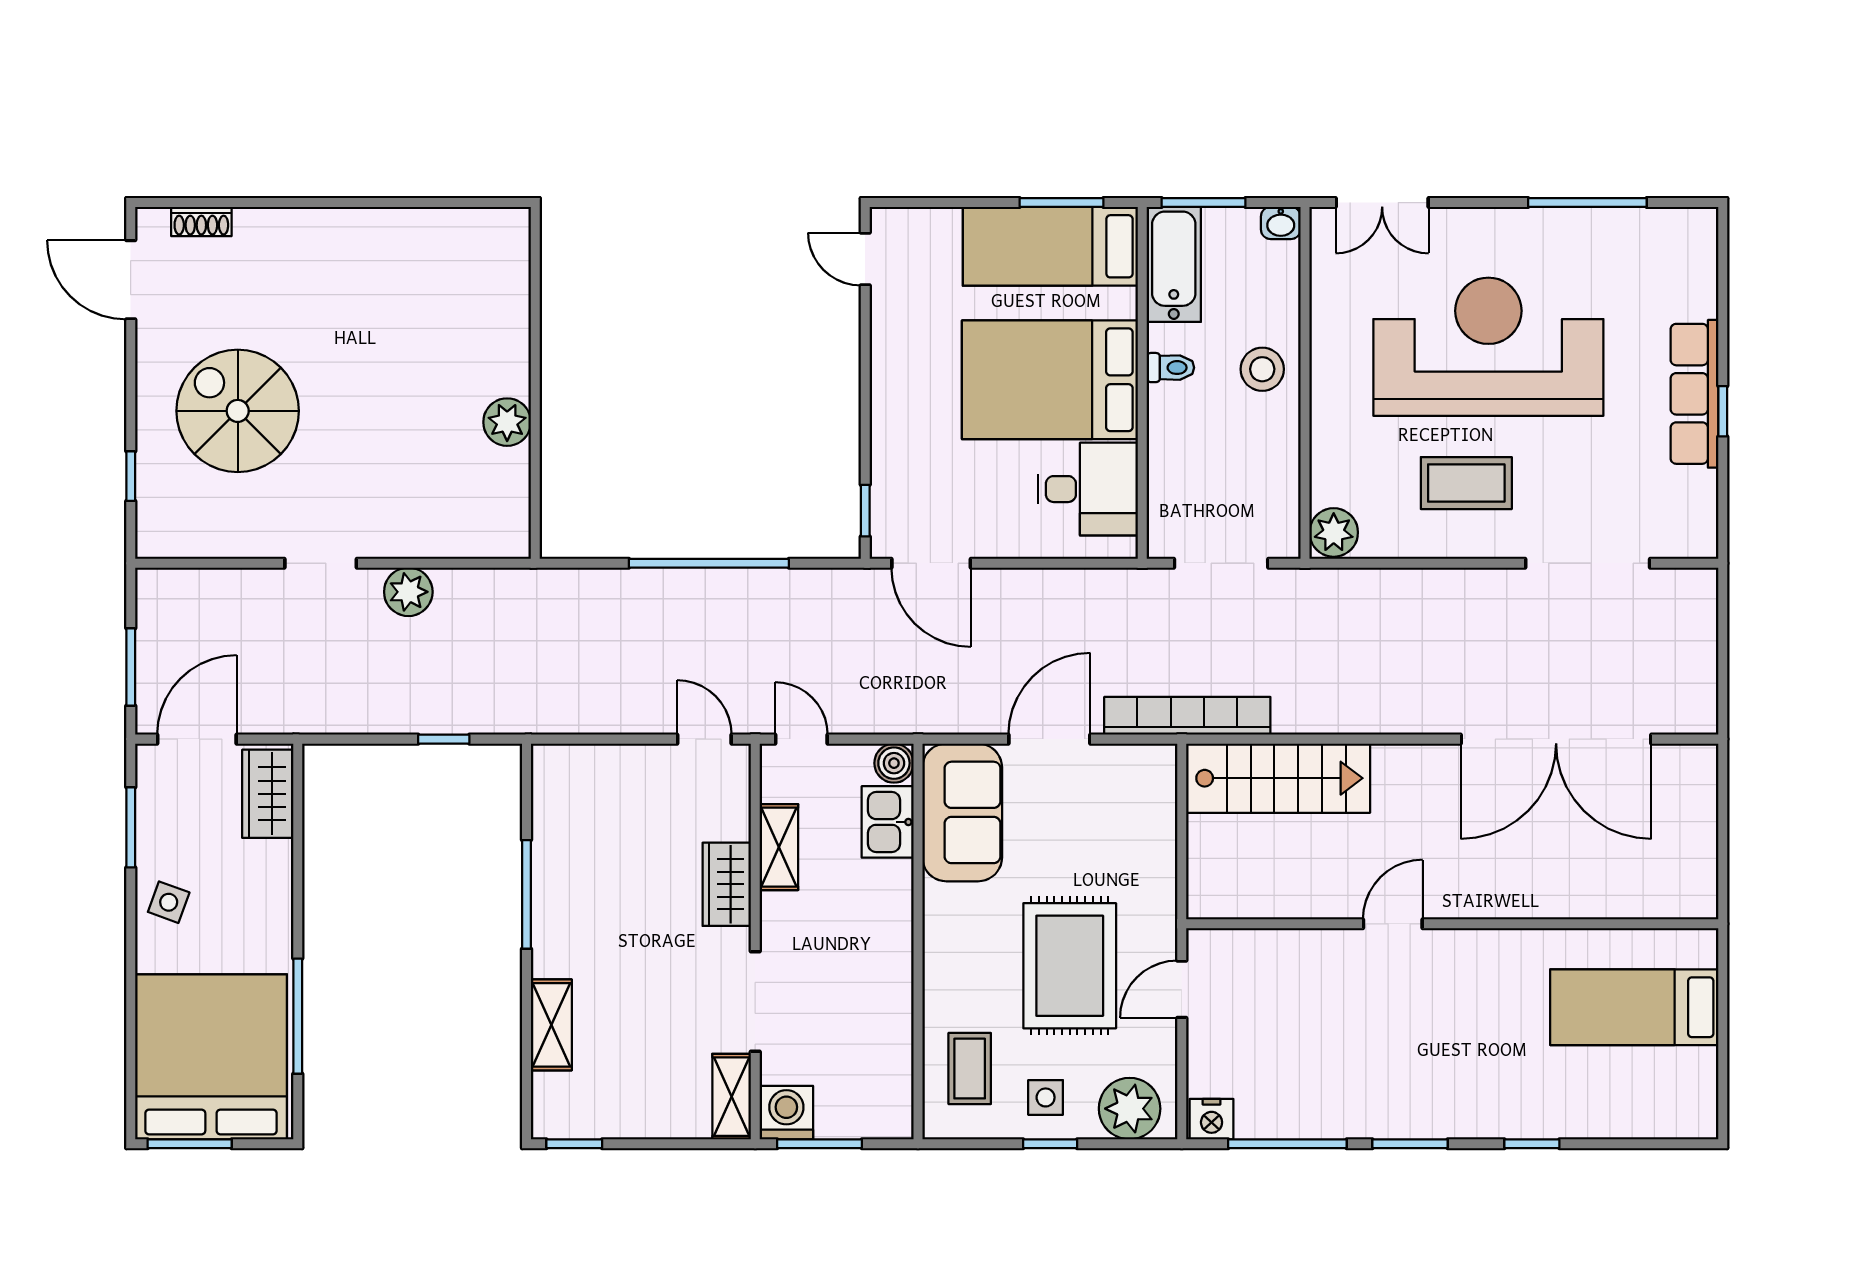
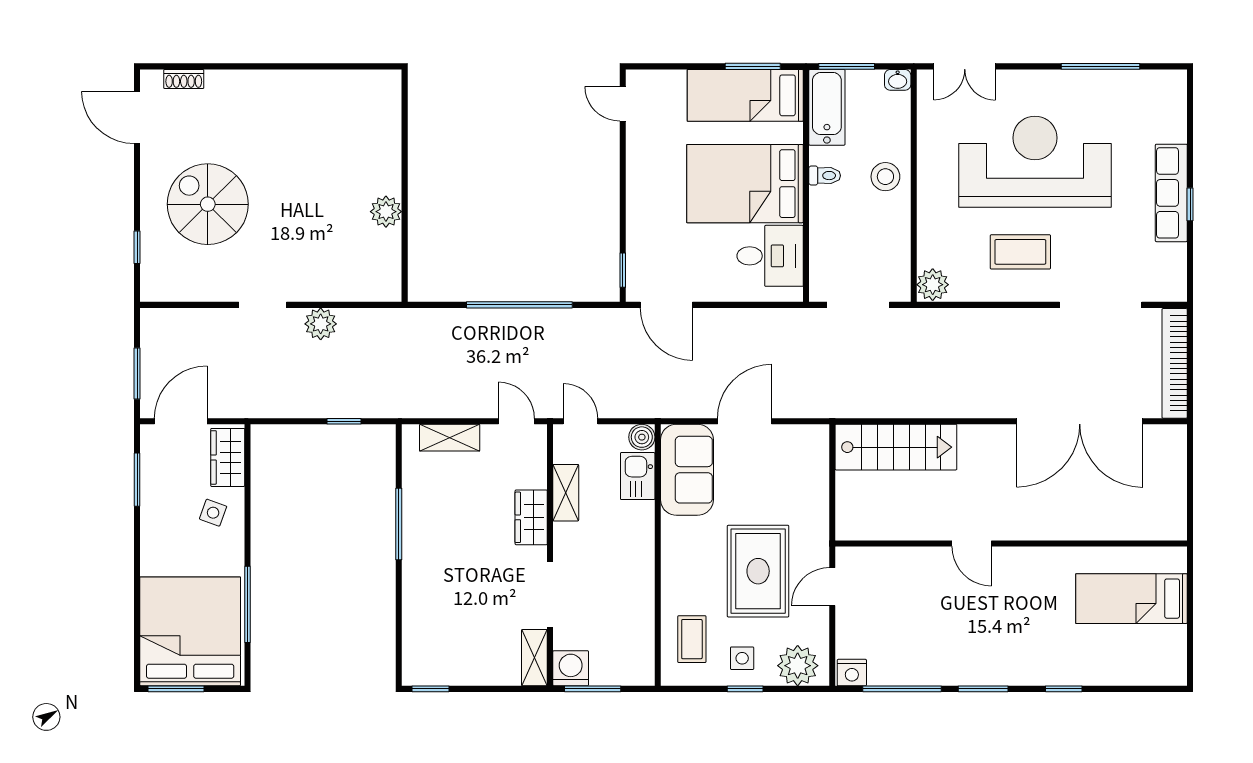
bookcase: (1187, 716) -> (1175, 363), moved, turned -90
side table: (169, 902) -> (213, 513), moved
door: (1393, 924) -> (972, 543), swing flipped
shelving: (551, 1025) -> (450, 438), moved, turned 90

